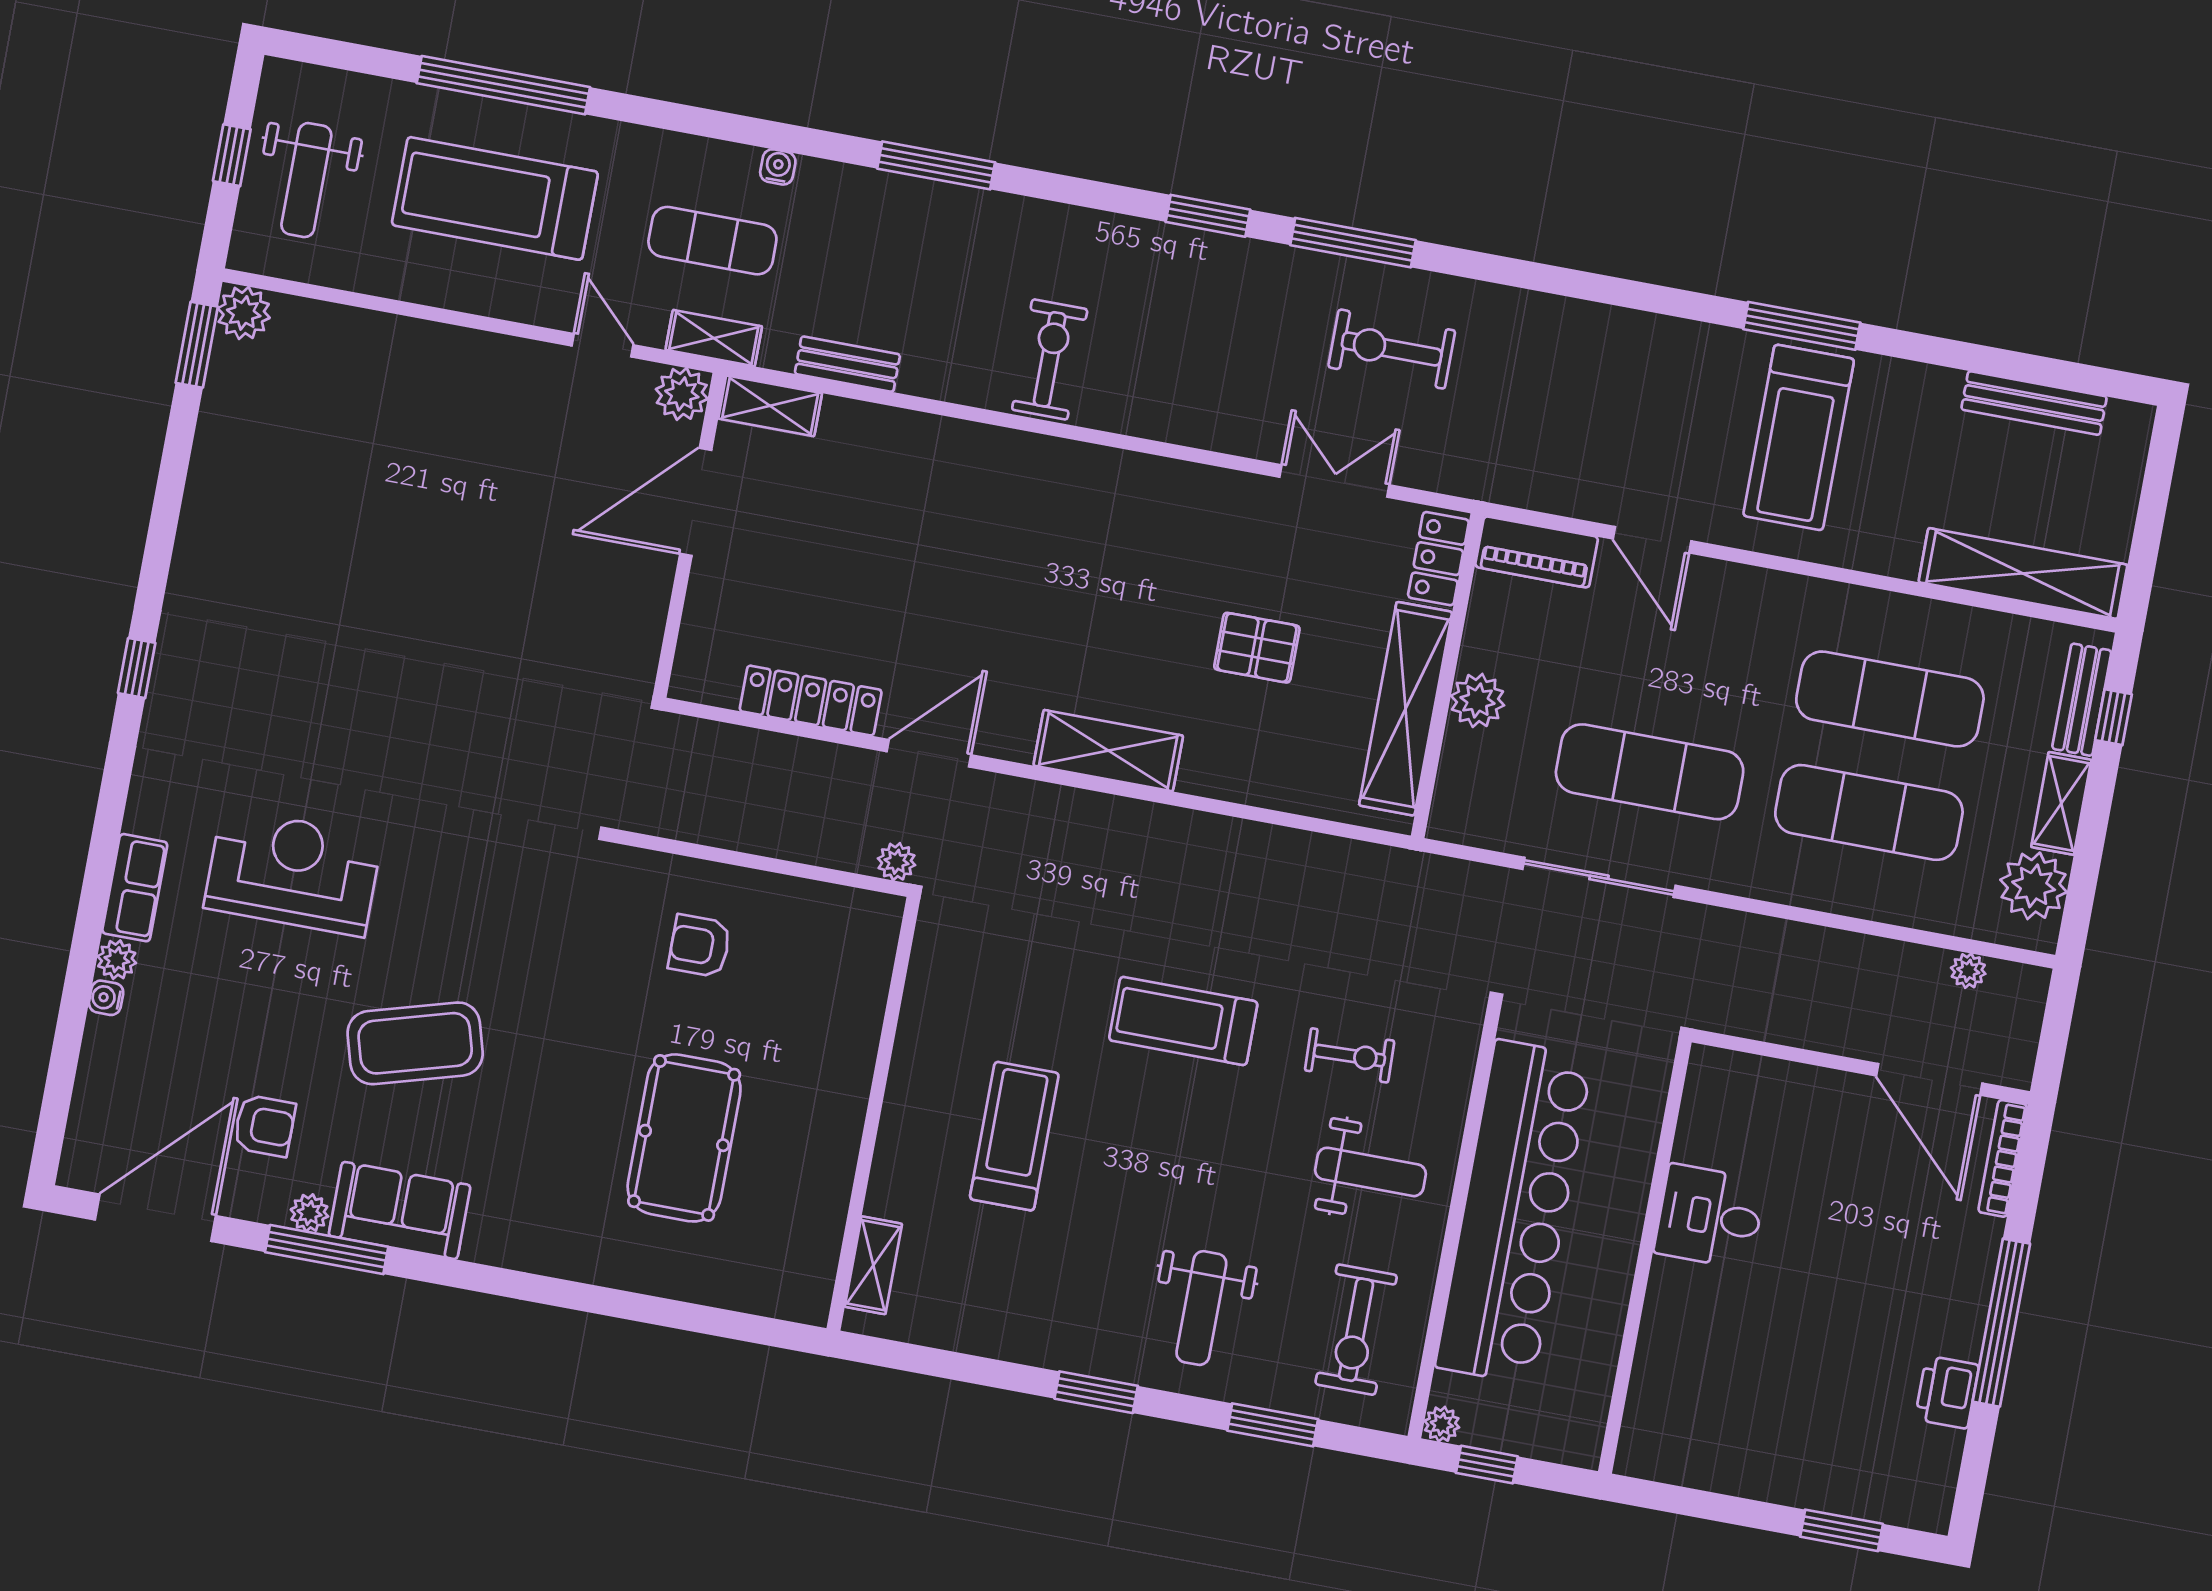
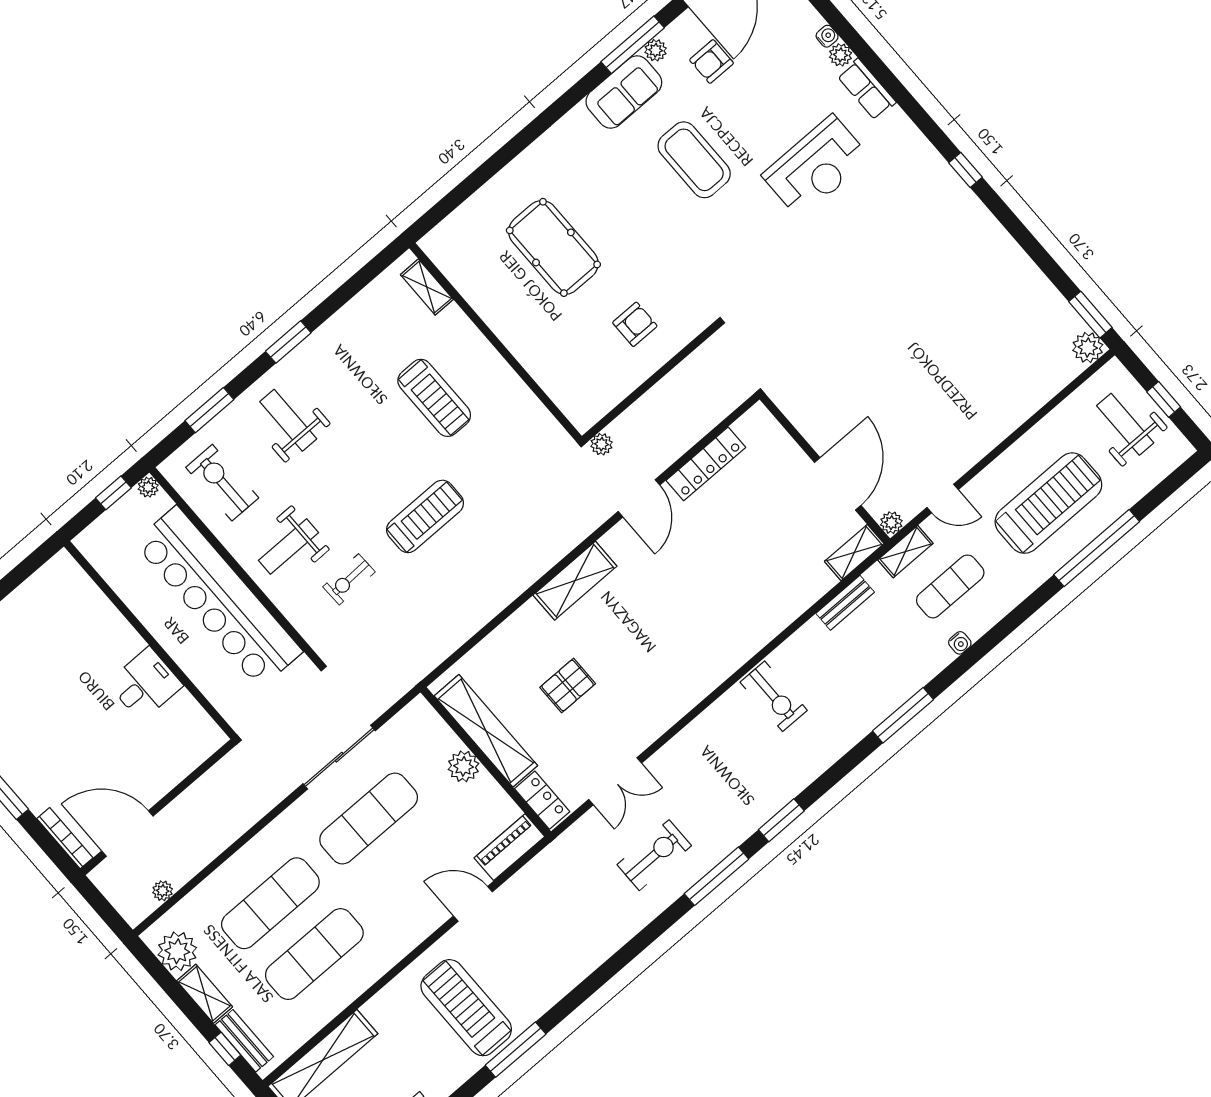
plant: (682, 394) -> (891, 523), width x0.73, depth x0.73
coffee table: (415, 1043) -> (694, 160), turned -74

